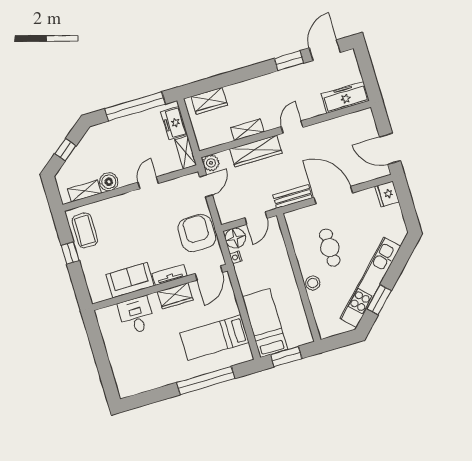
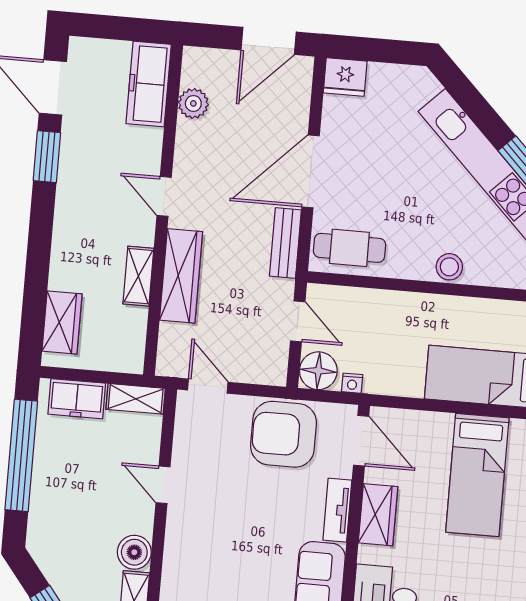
plant: (211, 163) -> (193, 103), moved
cafe table: (330, 248) -> (349, 248), moved

